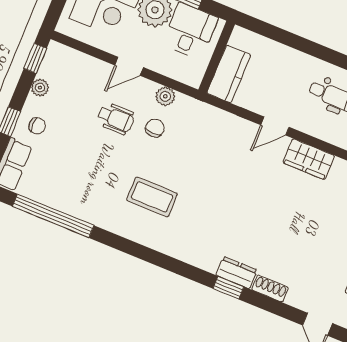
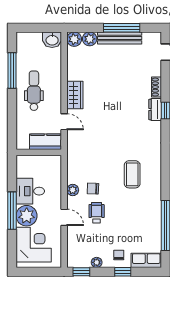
wall: (217, 57) -> (39, 152), moved
kitchen counter: (229, 74) -> (46, 142), moved

